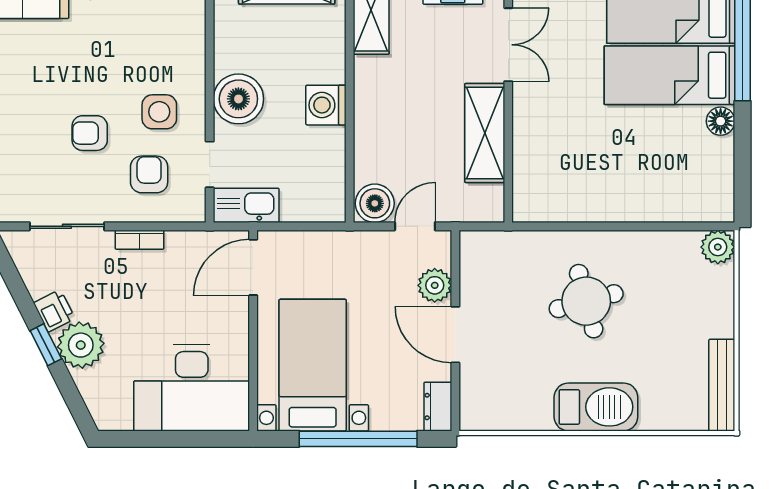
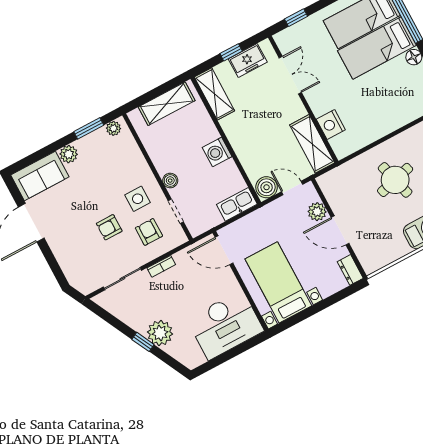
boiler: (238, 99) -> (170, 181), width x0.54, depth x0.54
shelving: (485, 133) -> (312, 144), moved
nightstand: (531, 158) -> (331, 124), added
kitchen sink: (246, 205) -> (237, 204), moved
door: (415, 226) -> (292, 188), hinge flipped
door: (253, 267) -> (224, 250), hinge flipped
printer: (54, 311) -> (138, 323), removed
window: (358, 439) -> (320, 306), removed

